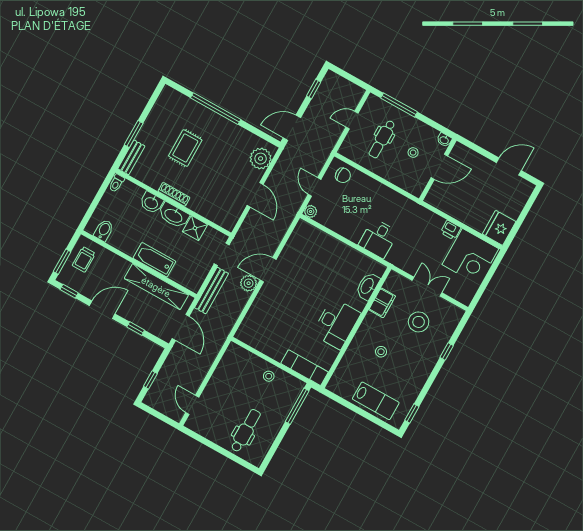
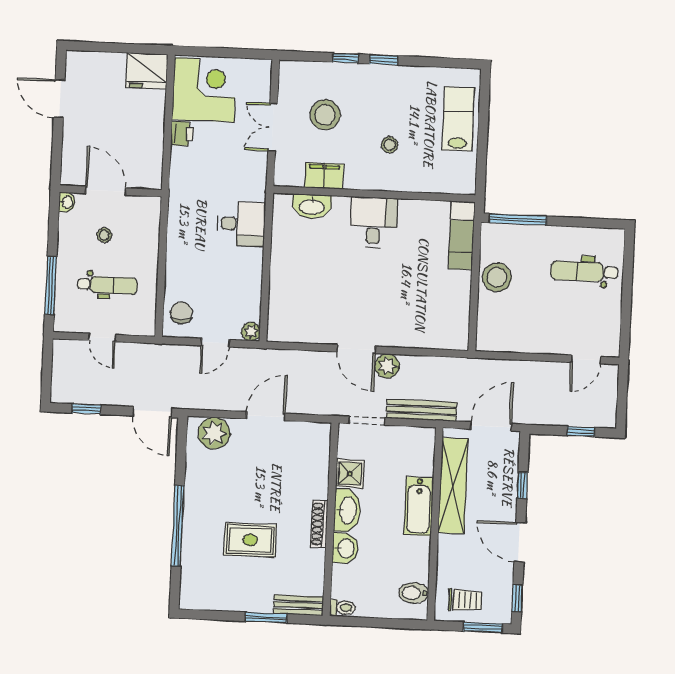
desk: (336, 324) -> (373, 222), width x0.73
stool: (269, 376) -> (497, 277), width x1.89, depth x1.89
window: (412, 413) -> (384, 60), moved

